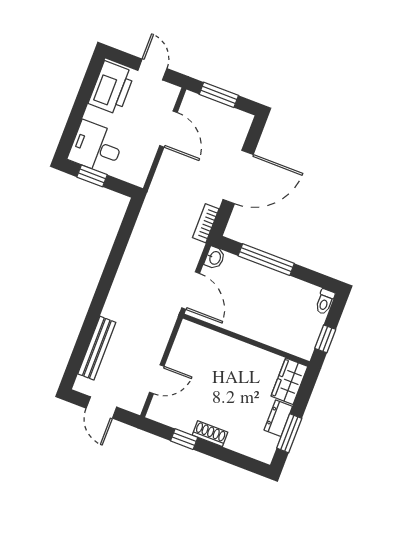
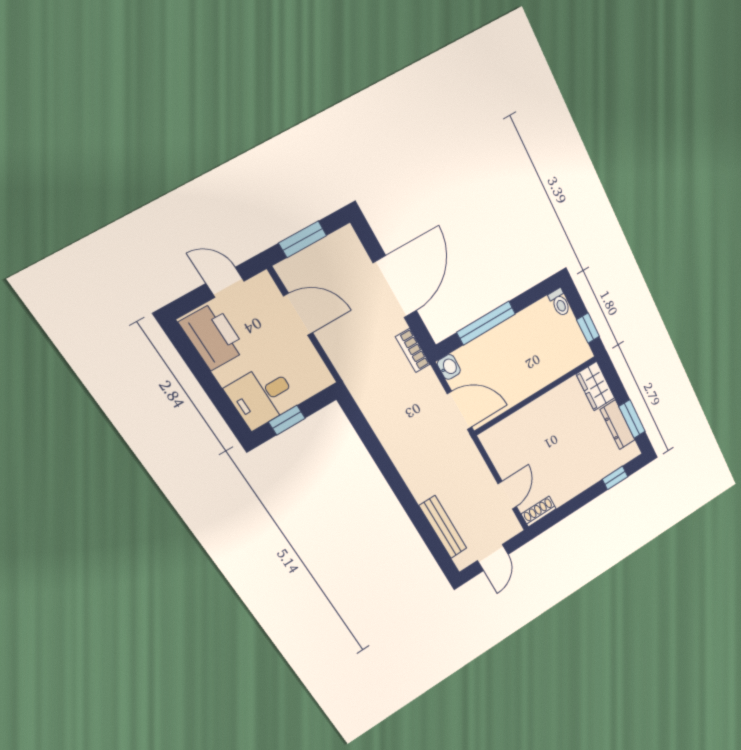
door: (101, 408) -> (493, 557), hinge flipped
dresser: (278, 418) -> (618, 425), width x1.44
shoe rack: (210, 434) -> (539, 511), moved
window: (184, 439) -> (615, 478), moved

